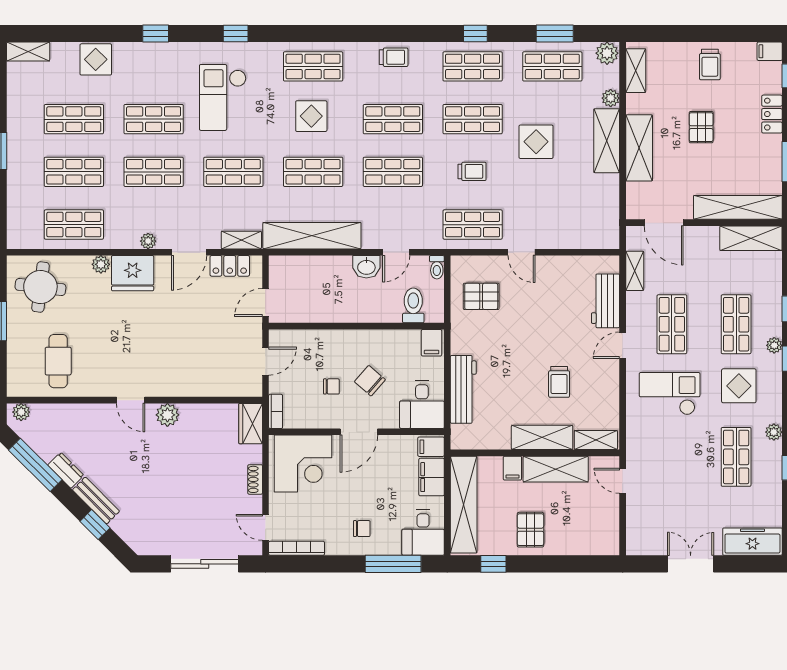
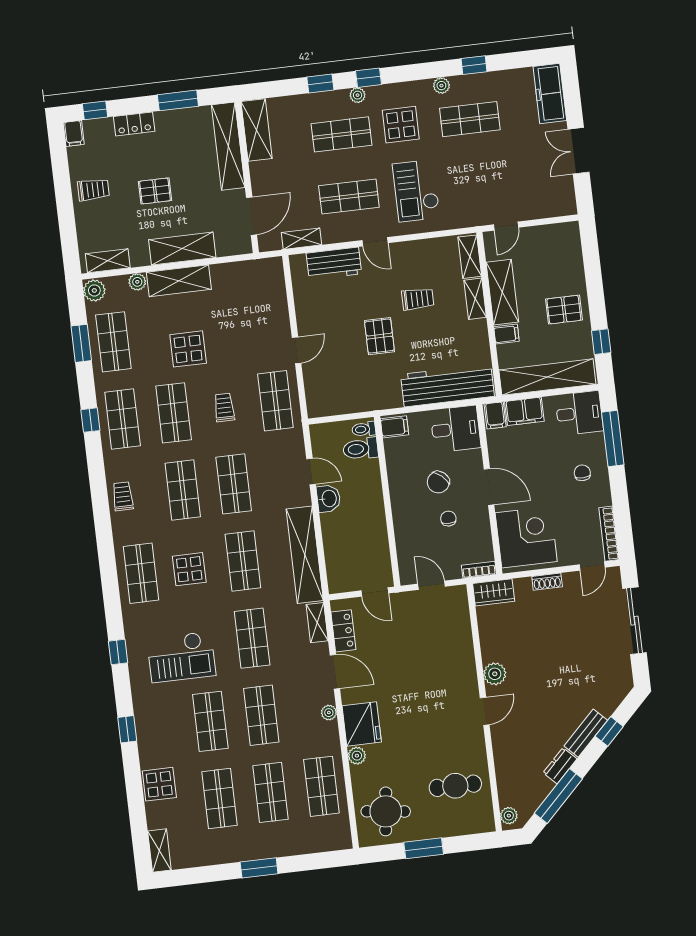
toilet: (437, 267) -> (364, 429), moved, turned 180
pallet: (481, 296) -> (379, 336), moved
workbench: (463, 389) -> (447, 385), width x1.36, depth x1.32
shelving: (542, 437) -> (475, 299), width x0.67, depth x0.75

